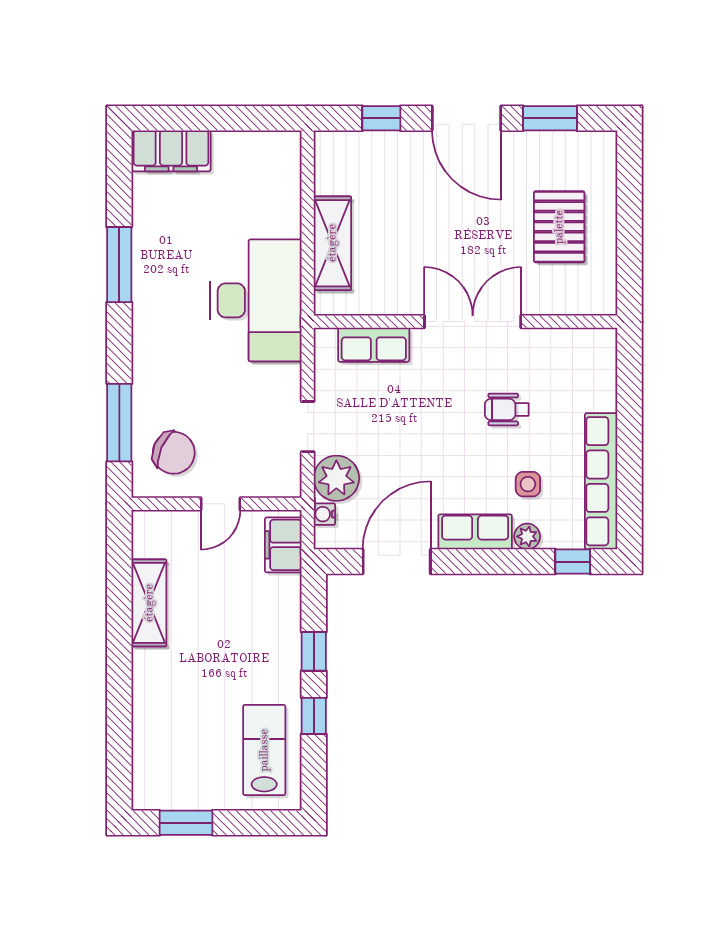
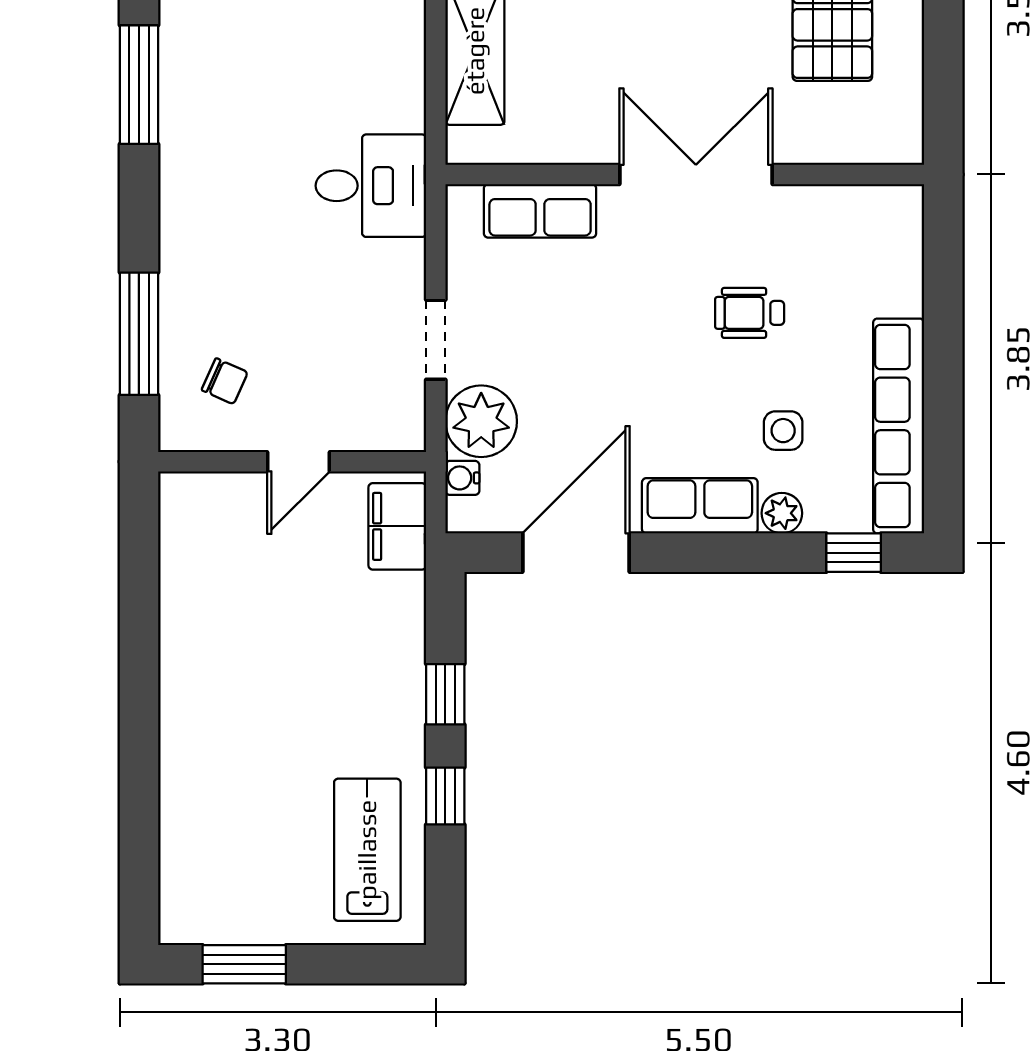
desk: (256, 300) -> (371, 186), width x0.53, depth x0.77
chair: (174, 453) -> (225, 381), width x0.54, depth x0.54
shelving: (149, 603) -> (186, 618), removed

